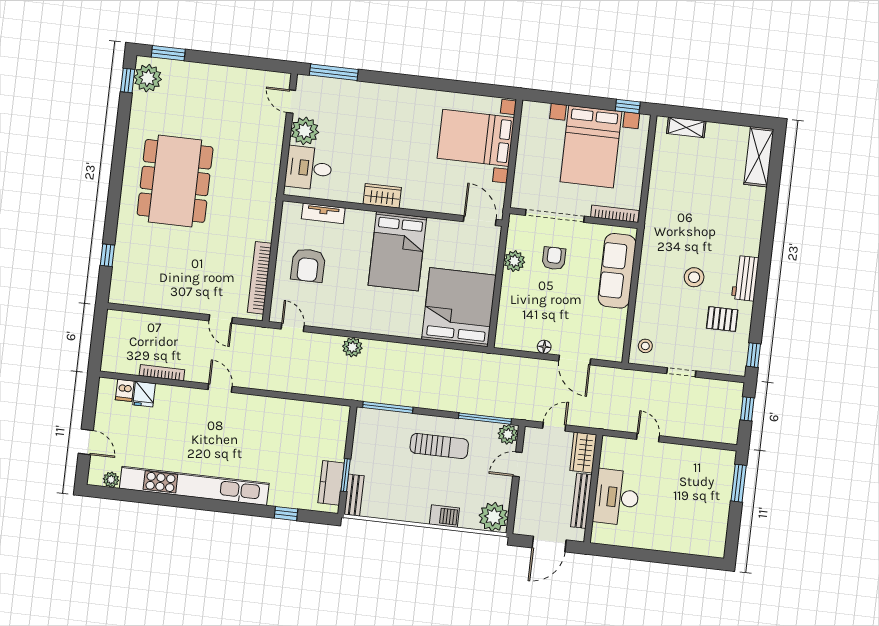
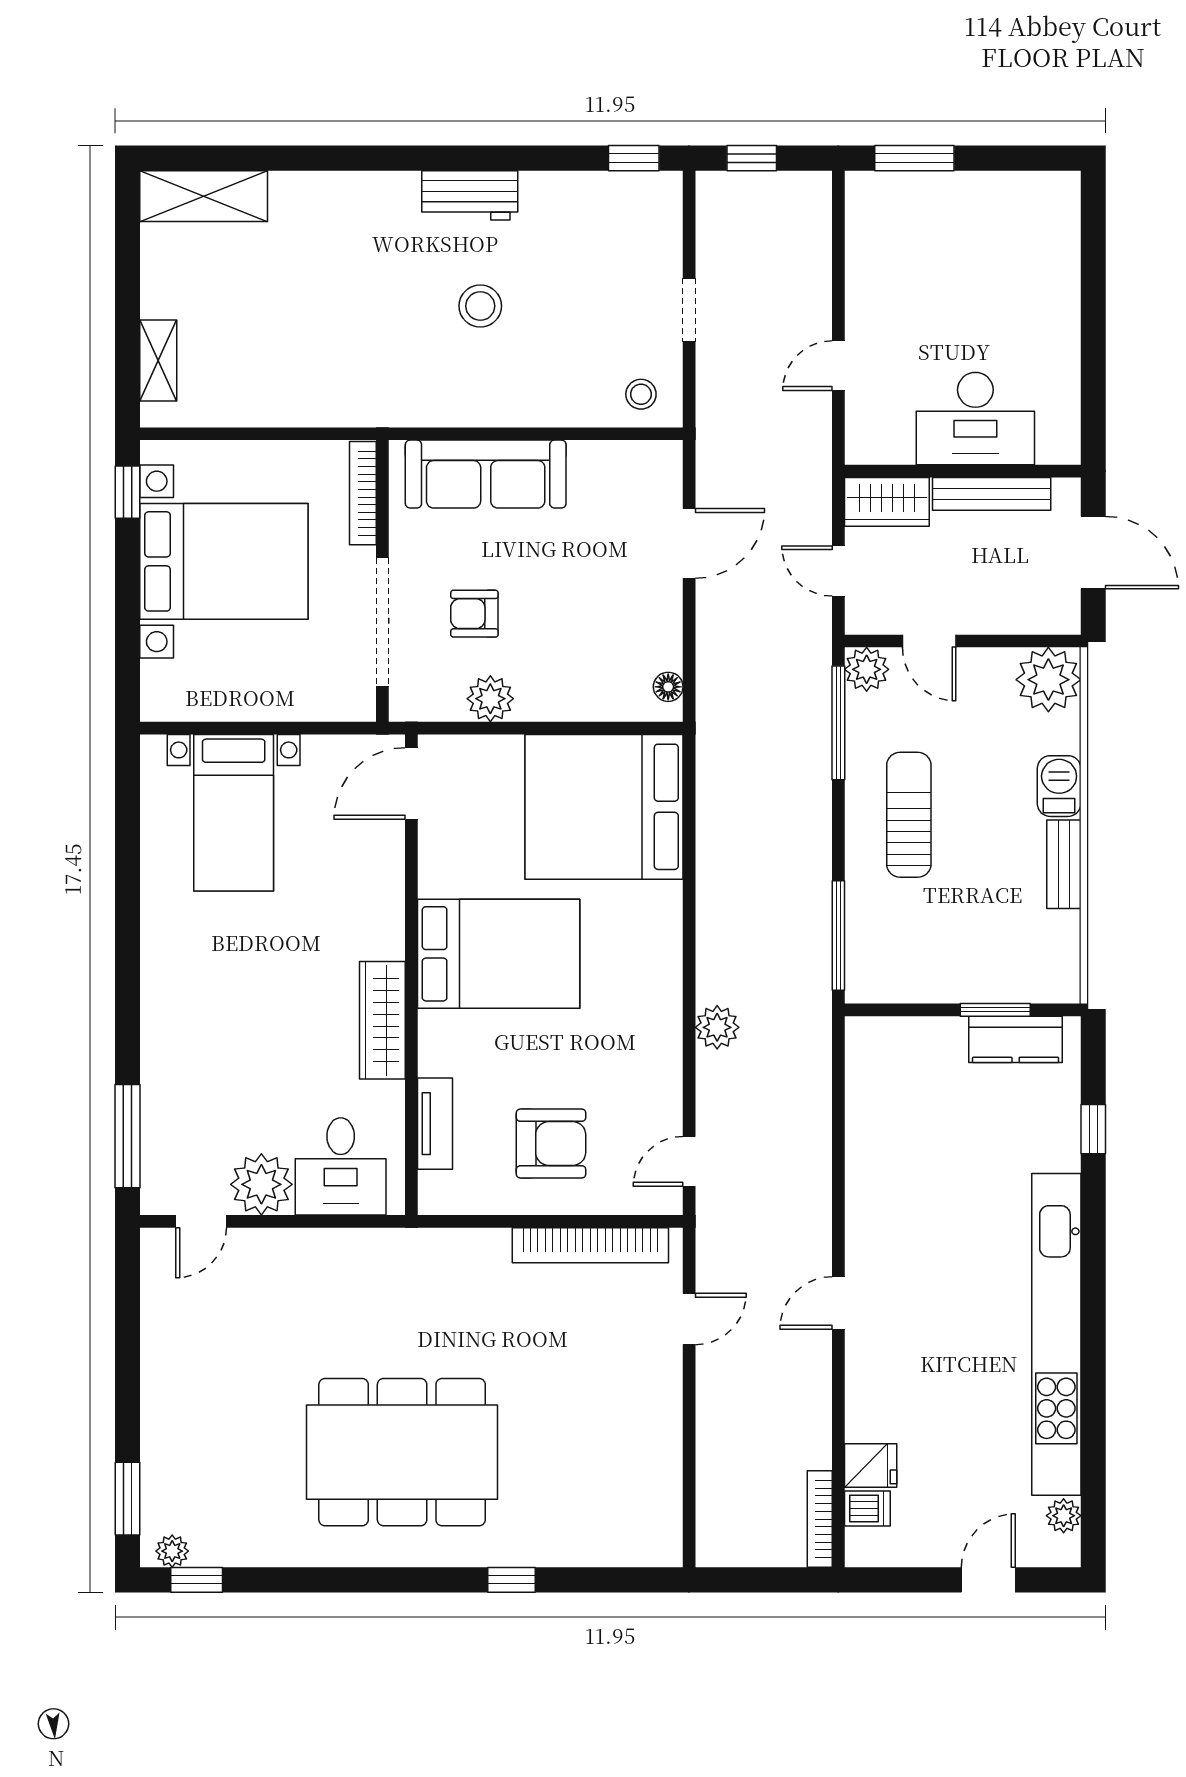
plant: (148, 78) -> (172, 1551), width x0.53, depth x0.53
bed with nightstands: (476, 138) -> (234, 813), width x0.73
wardrobe: (382, 196) -> (382, 1020), width x1.50
window: (107, 255) -> (512, 1580), moved
pallet: (722, 319) -> (564, 235), removed
floor lamp: (544, 347) -> (668, 687), moved
bookcase: (162, 373) -> (820, 1519), moved
bench: (354, 495) -> (1064, 864), moved, turned 90

